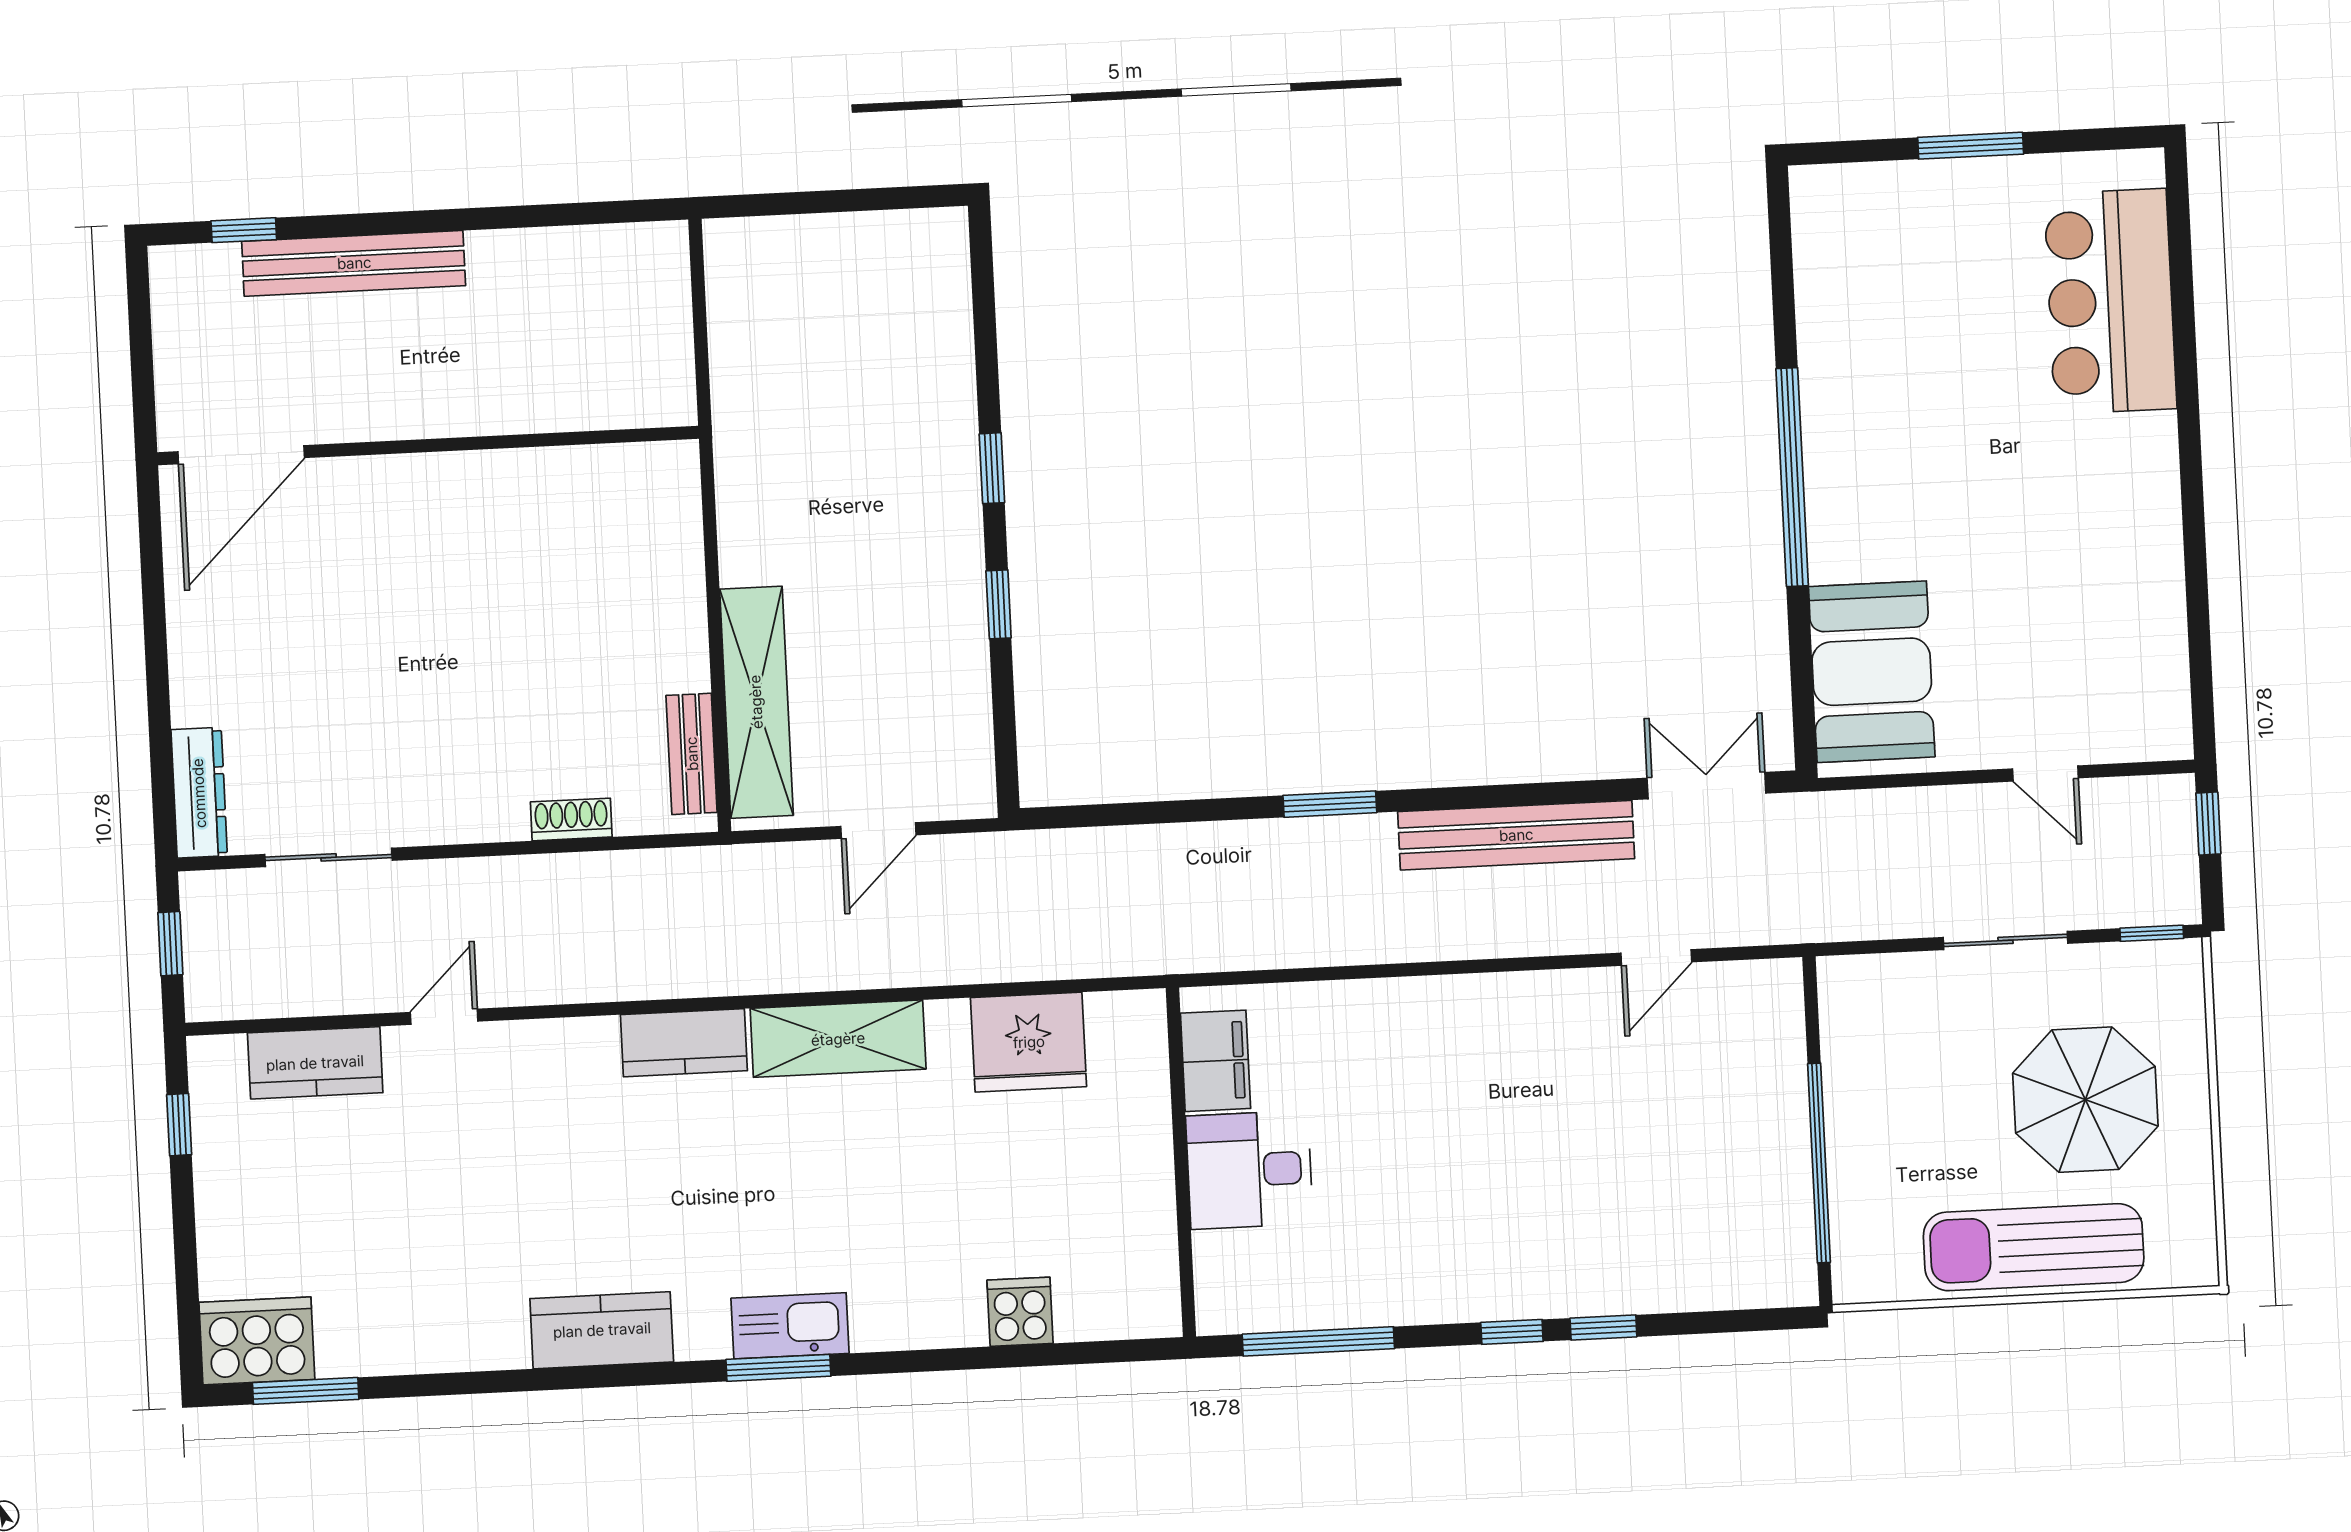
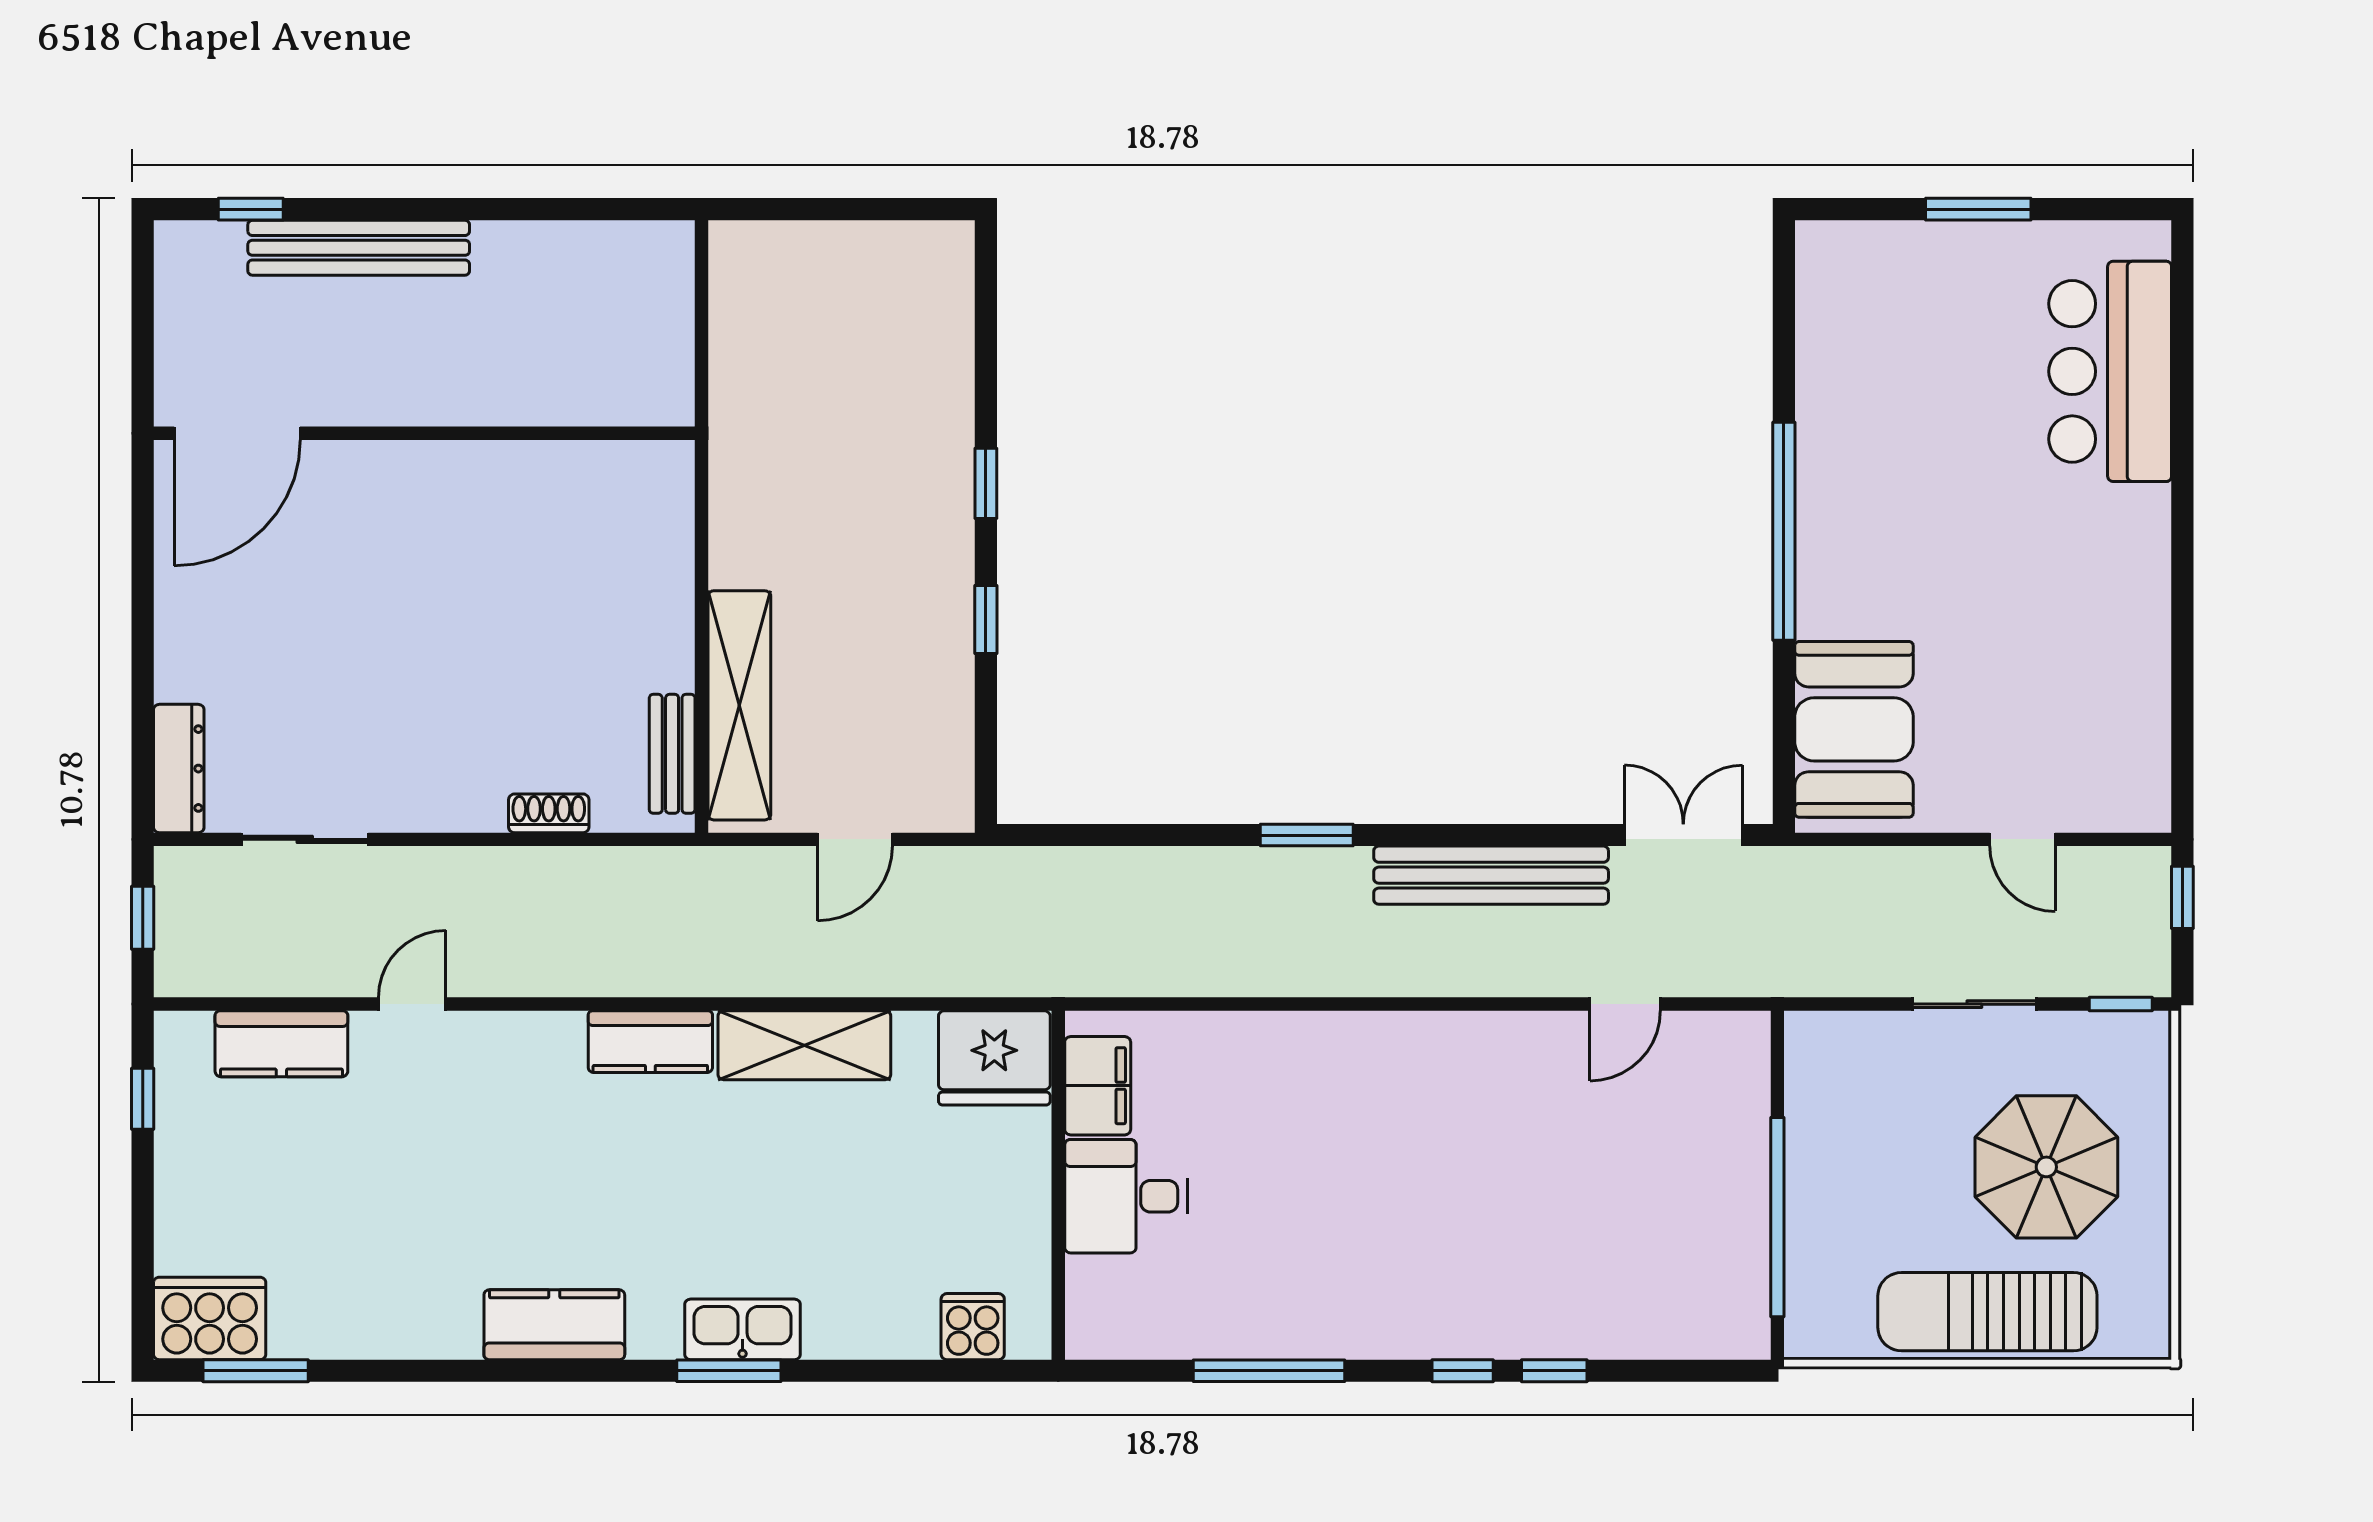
filing cabinet: (1216, 1061) -> (1098, 1086), moved
wall: (1181, 1162) -> (1058, 1185), moved
desk: (1249, 1170) -> (1126, 1196), moved

